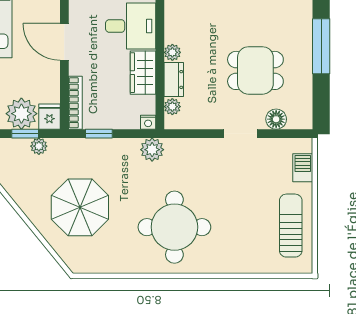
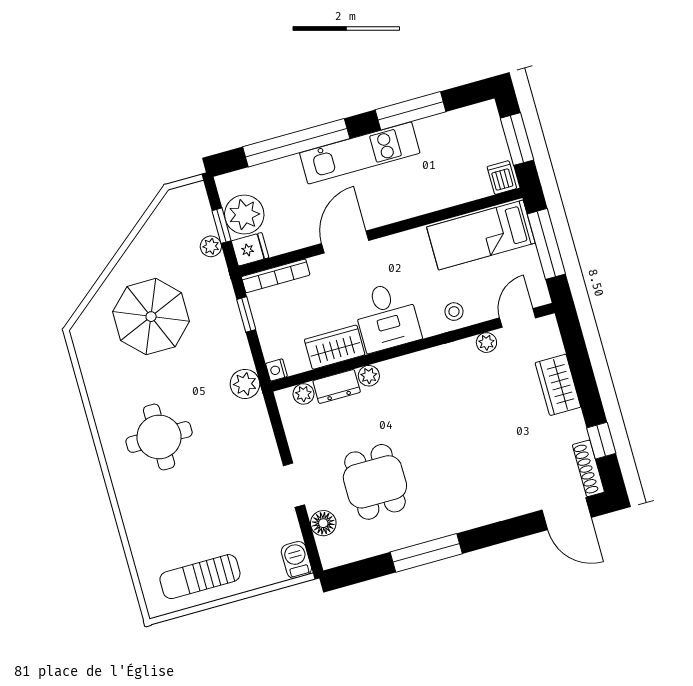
barbecue: (303, 168) -> (296, 560), moved, turned -90
sun lounger: (291, 226) -> (200, 577), turned 180
round table: (174, 227) -> (159, 437), width x0.73, depth x0.73

